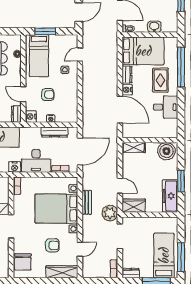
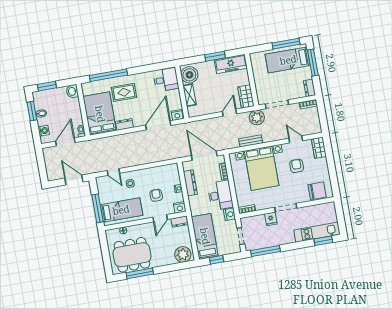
washbasin: (154, 27) -> (72, 91), moved
window: (45, 31) -> (98, 208), width x1.44
nightstand: (127, 90) -> (177, 115), moved
desk: (166, 107) -> (166, 80), moved, turned 90
shelving: (134, 148) -> (190, 95), moved
wardrobe: (62, 272) -> (319, 148), width x0.67

